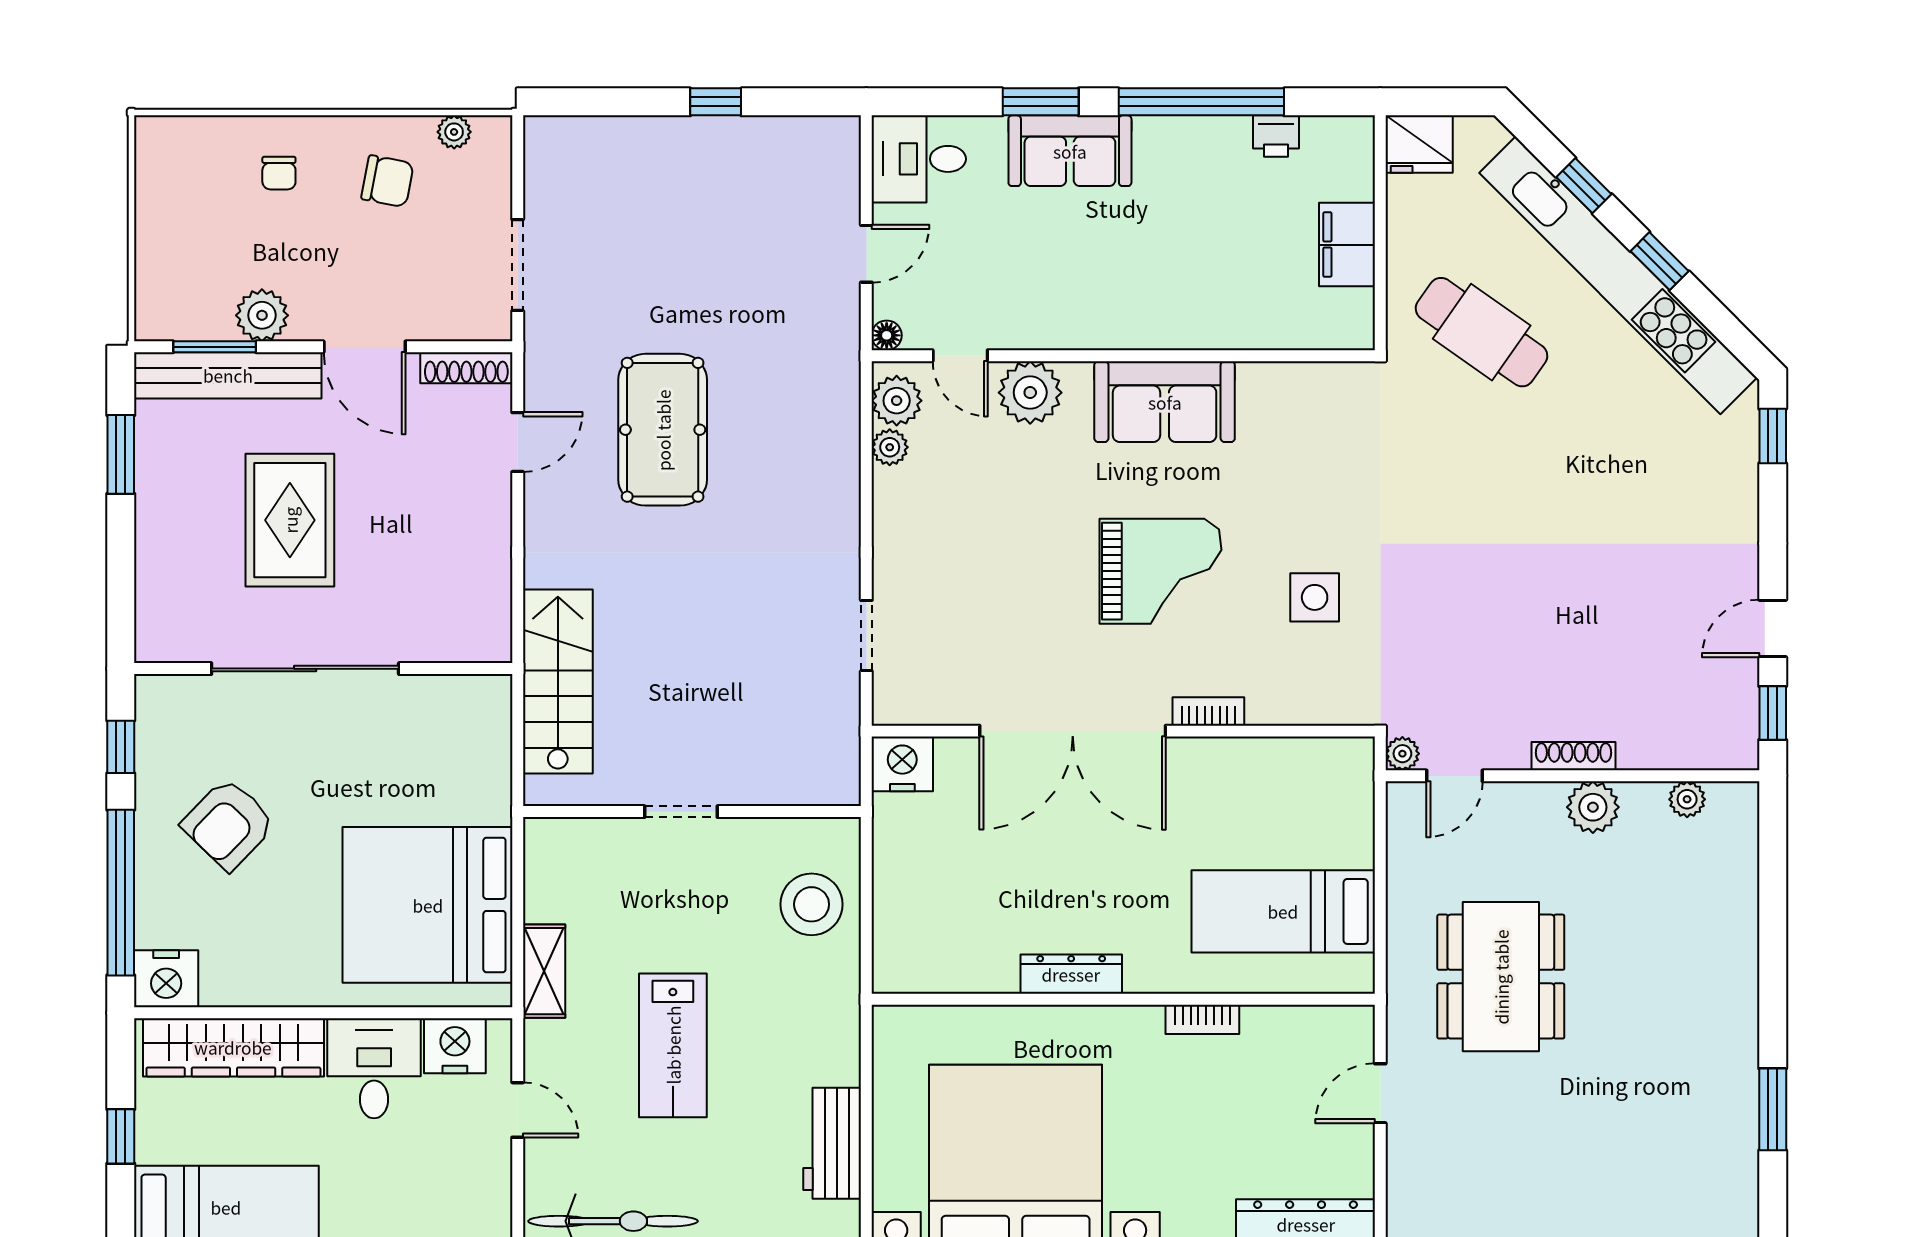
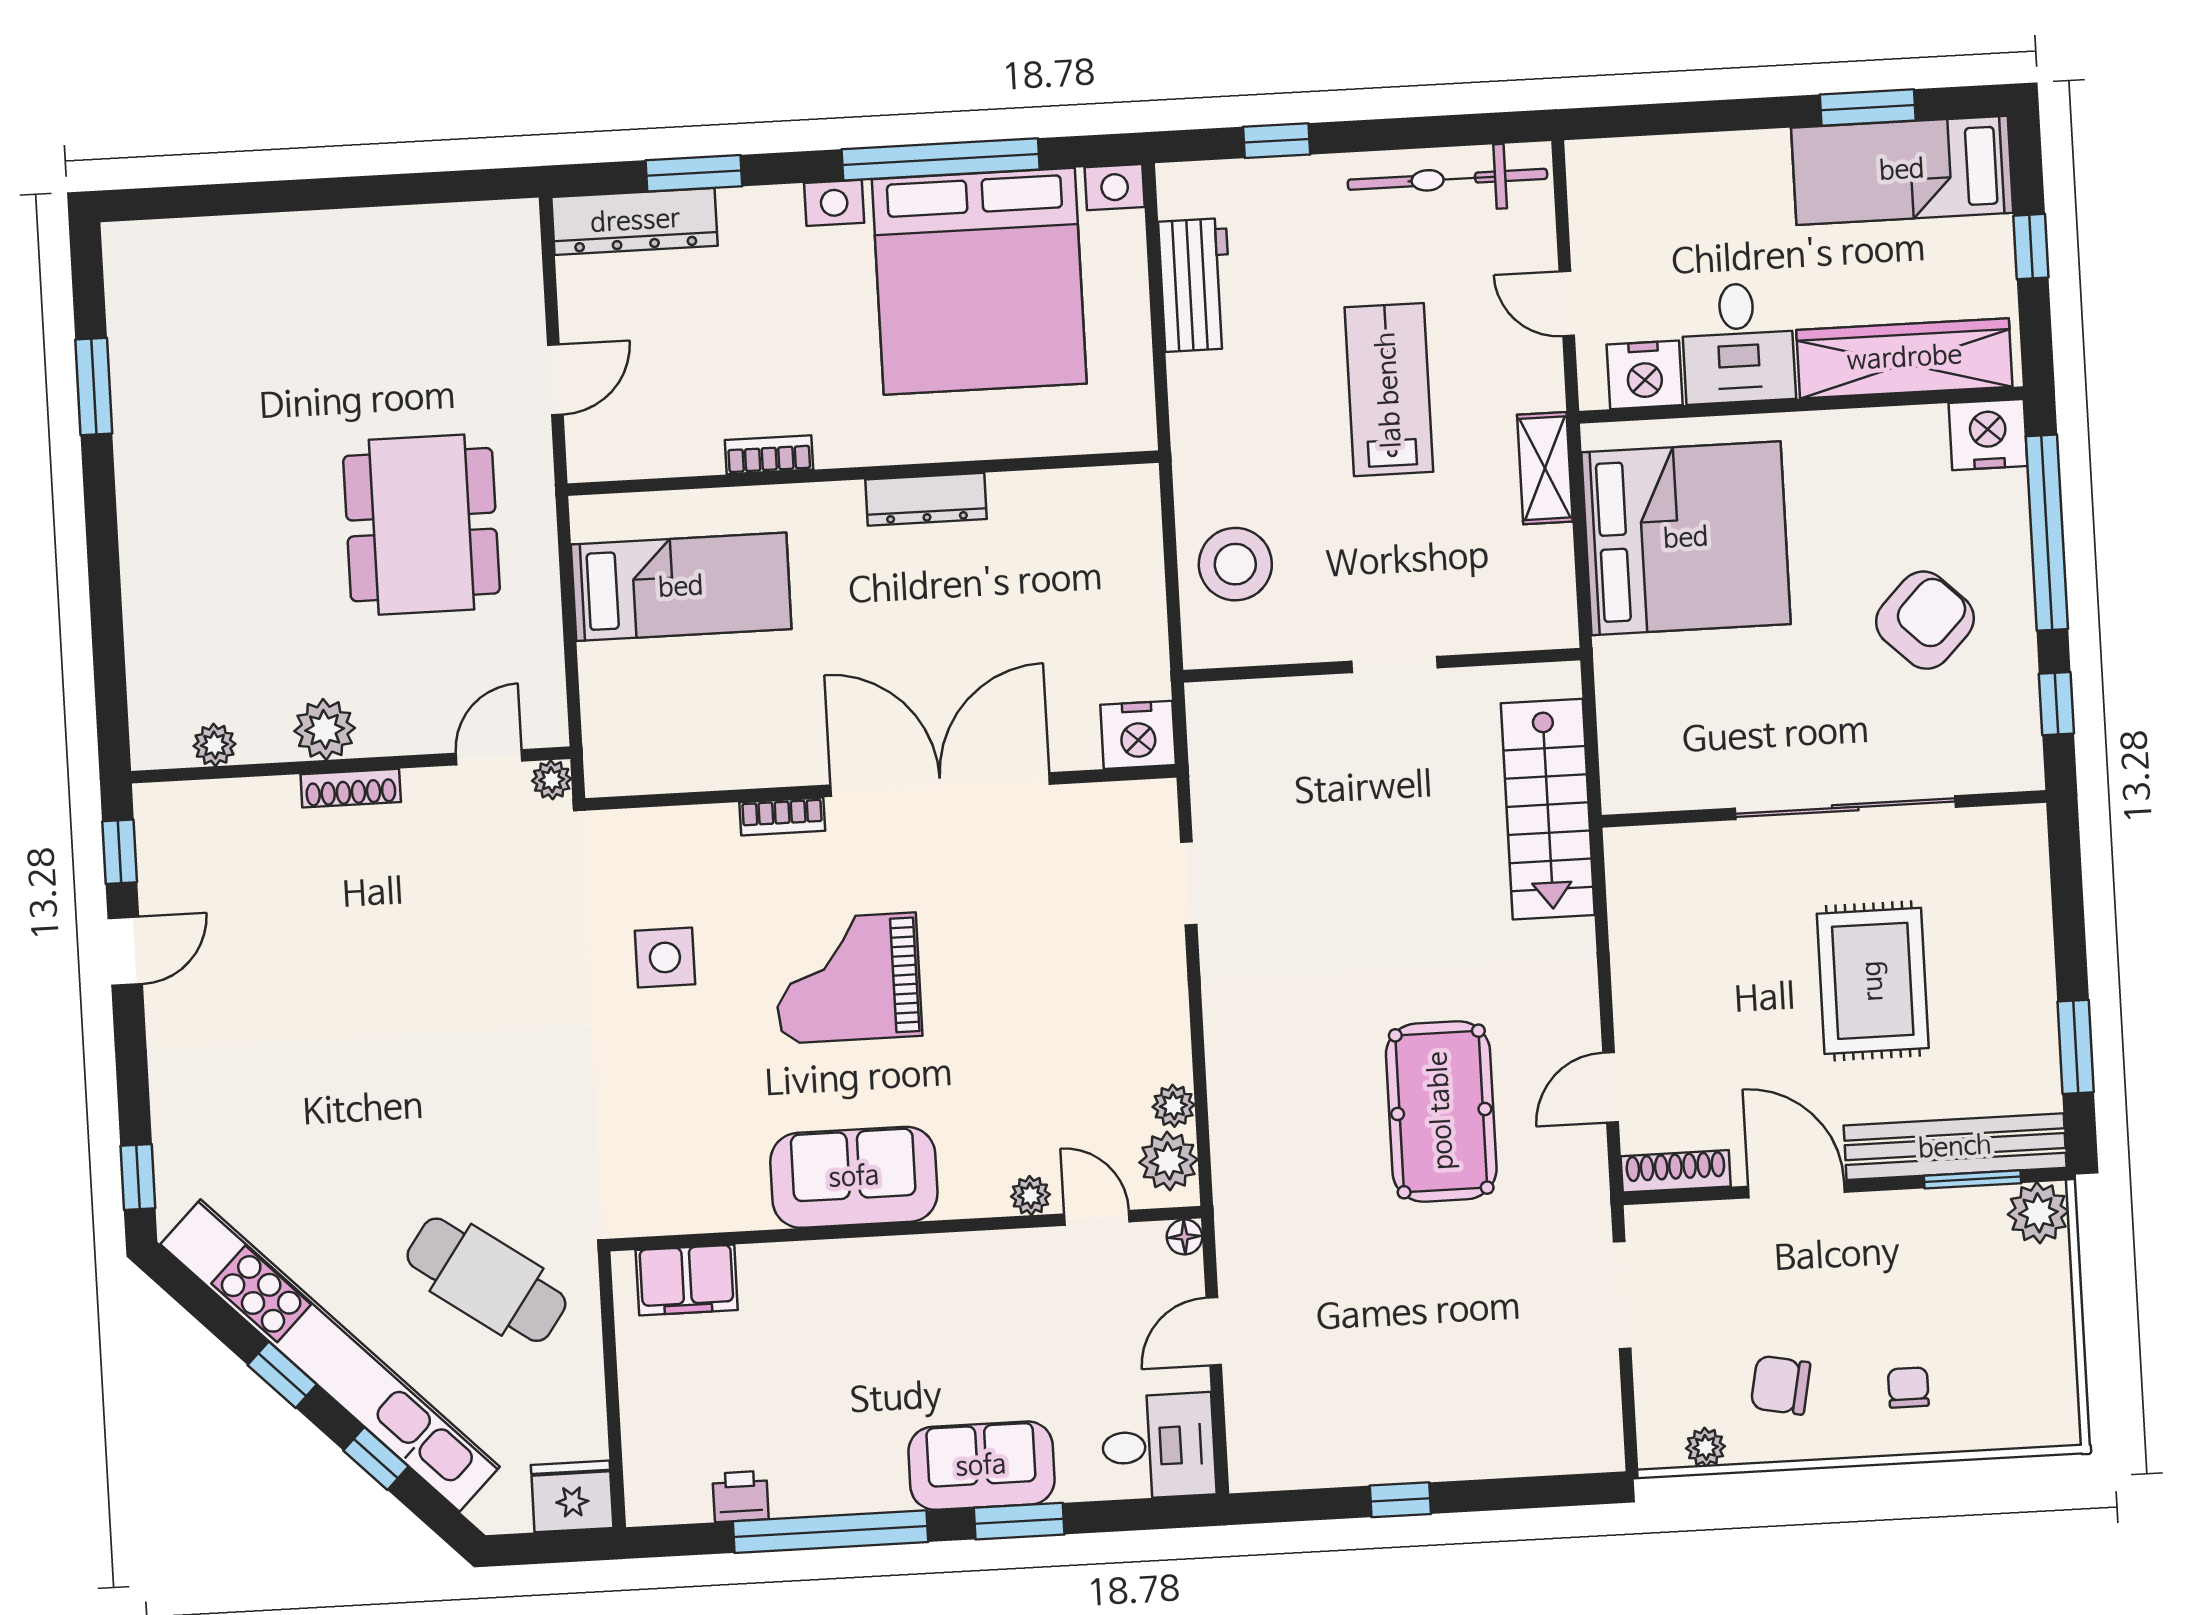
filing cabinet: (1347, 245) -> (687, 1280), moved, turned 90
plant: (262, 315) -> (2038, 1213), moved
plant: (1030, 393) -> (1030, 1196), width x0.53, depth x0.53

